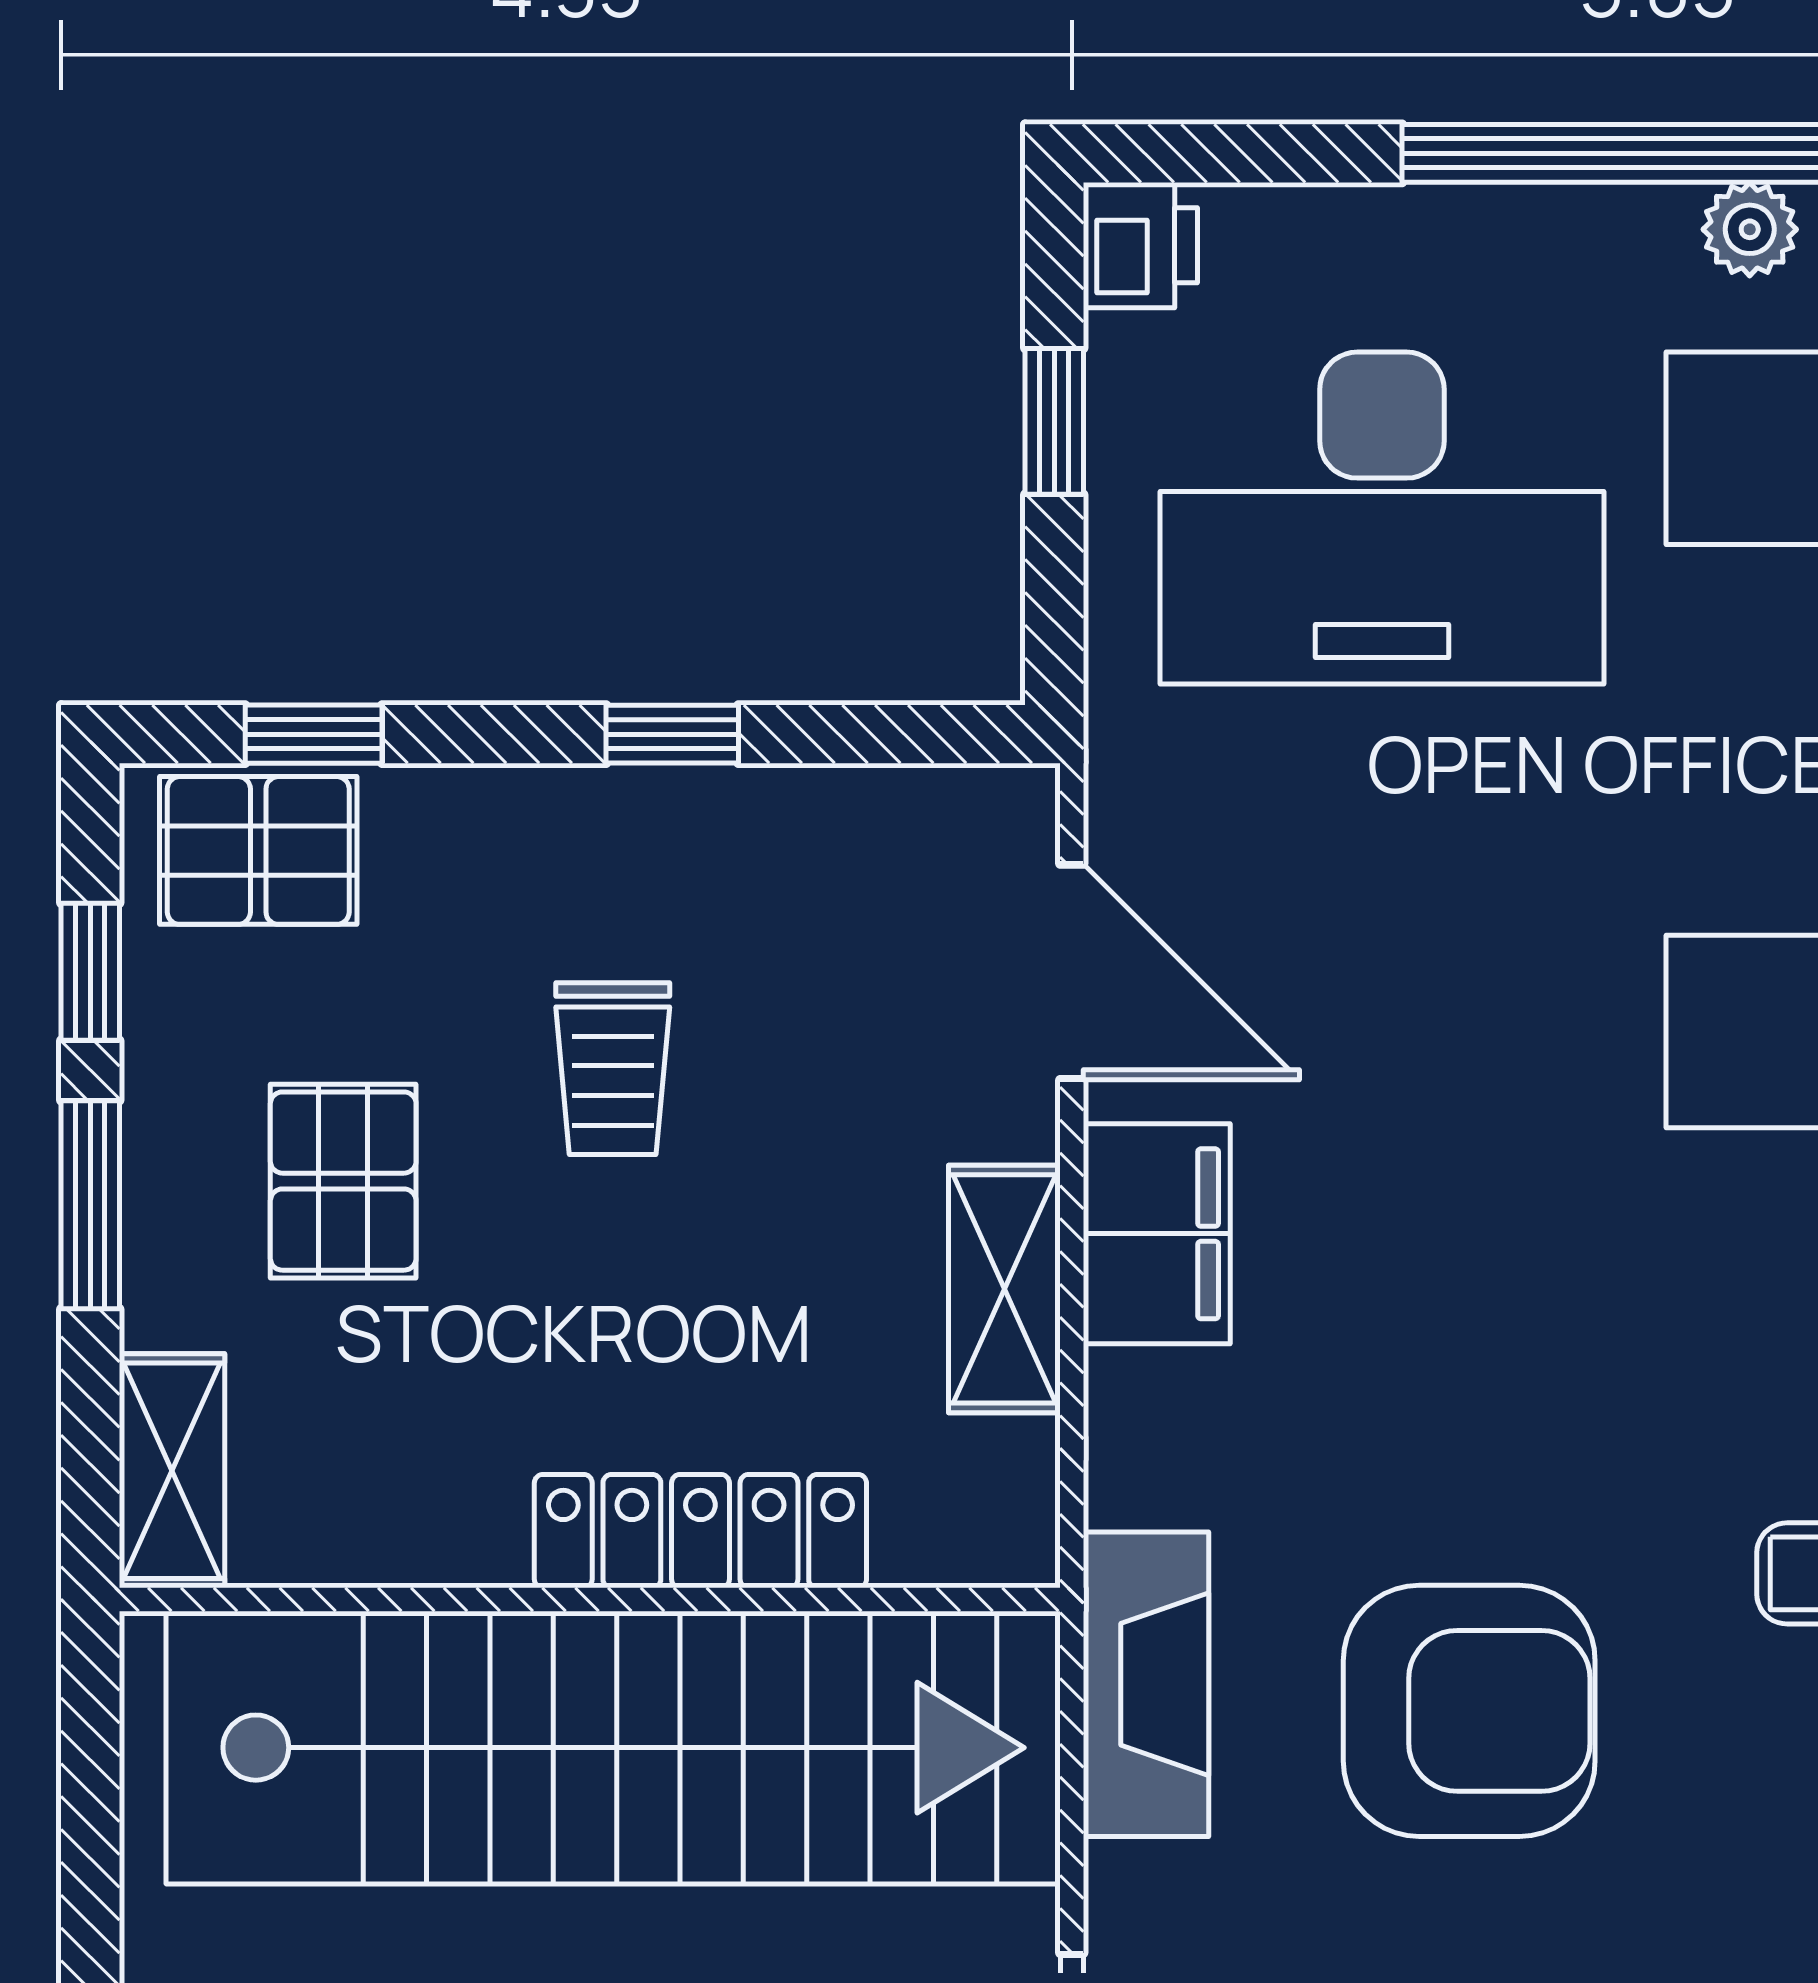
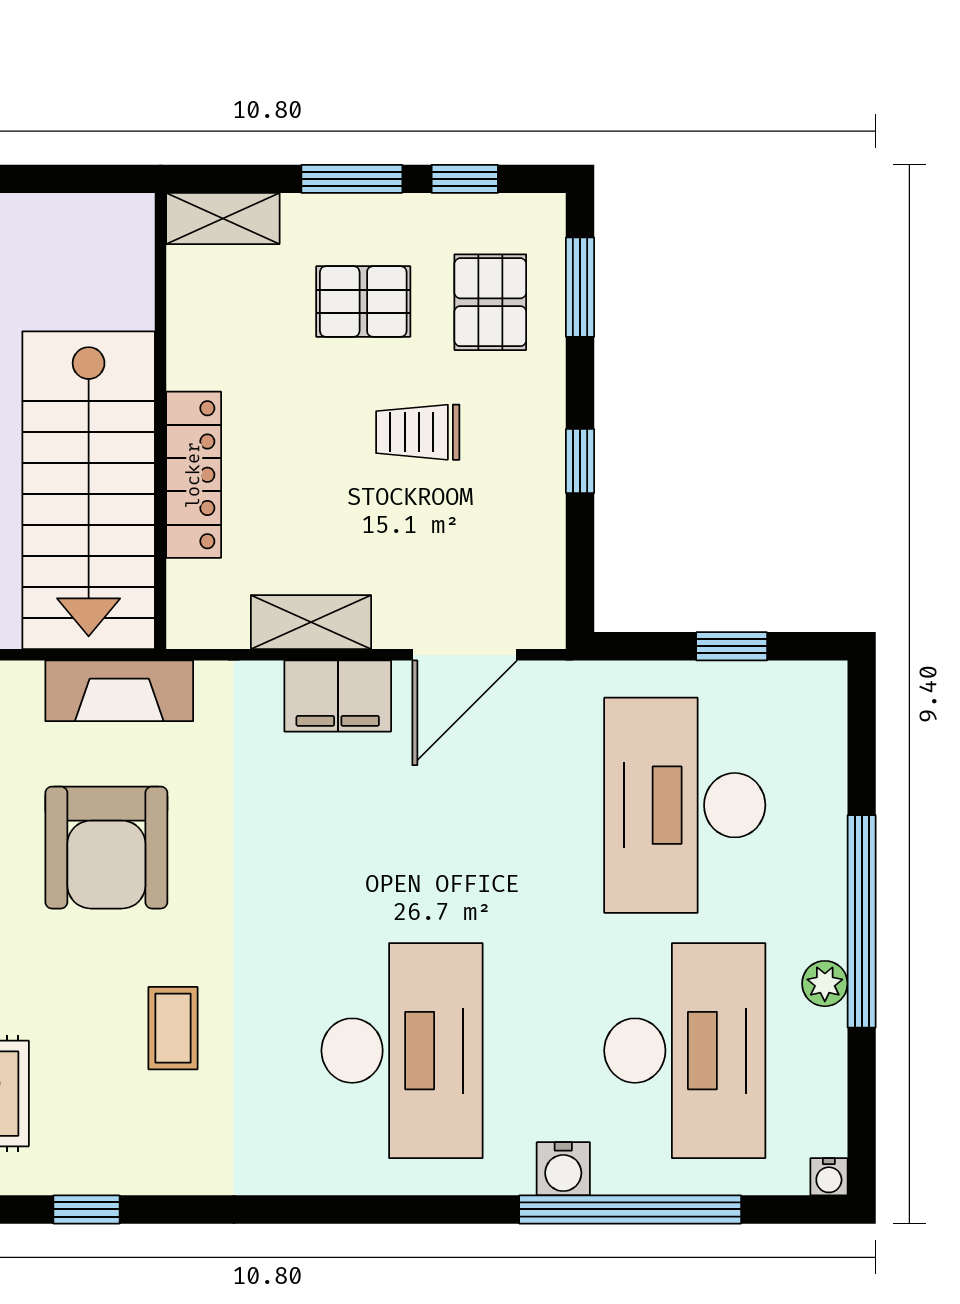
printer: (1140, 245) -> (817, 688), removed
window: (314, 734) -> (580, 287), width x1.50
pallet: (258, 850) -> (490, 302), moved
stairs: (613, 1748) -> (89, 490), width x0.73

